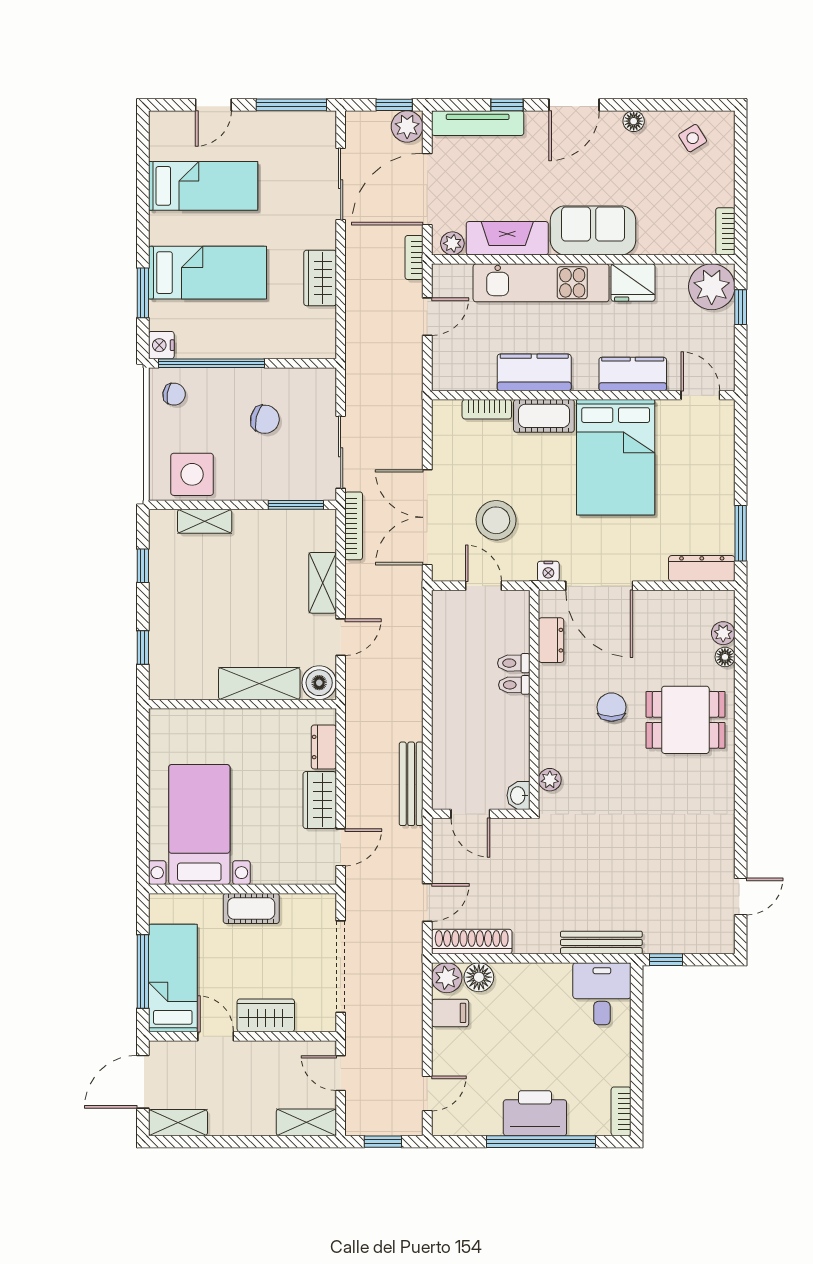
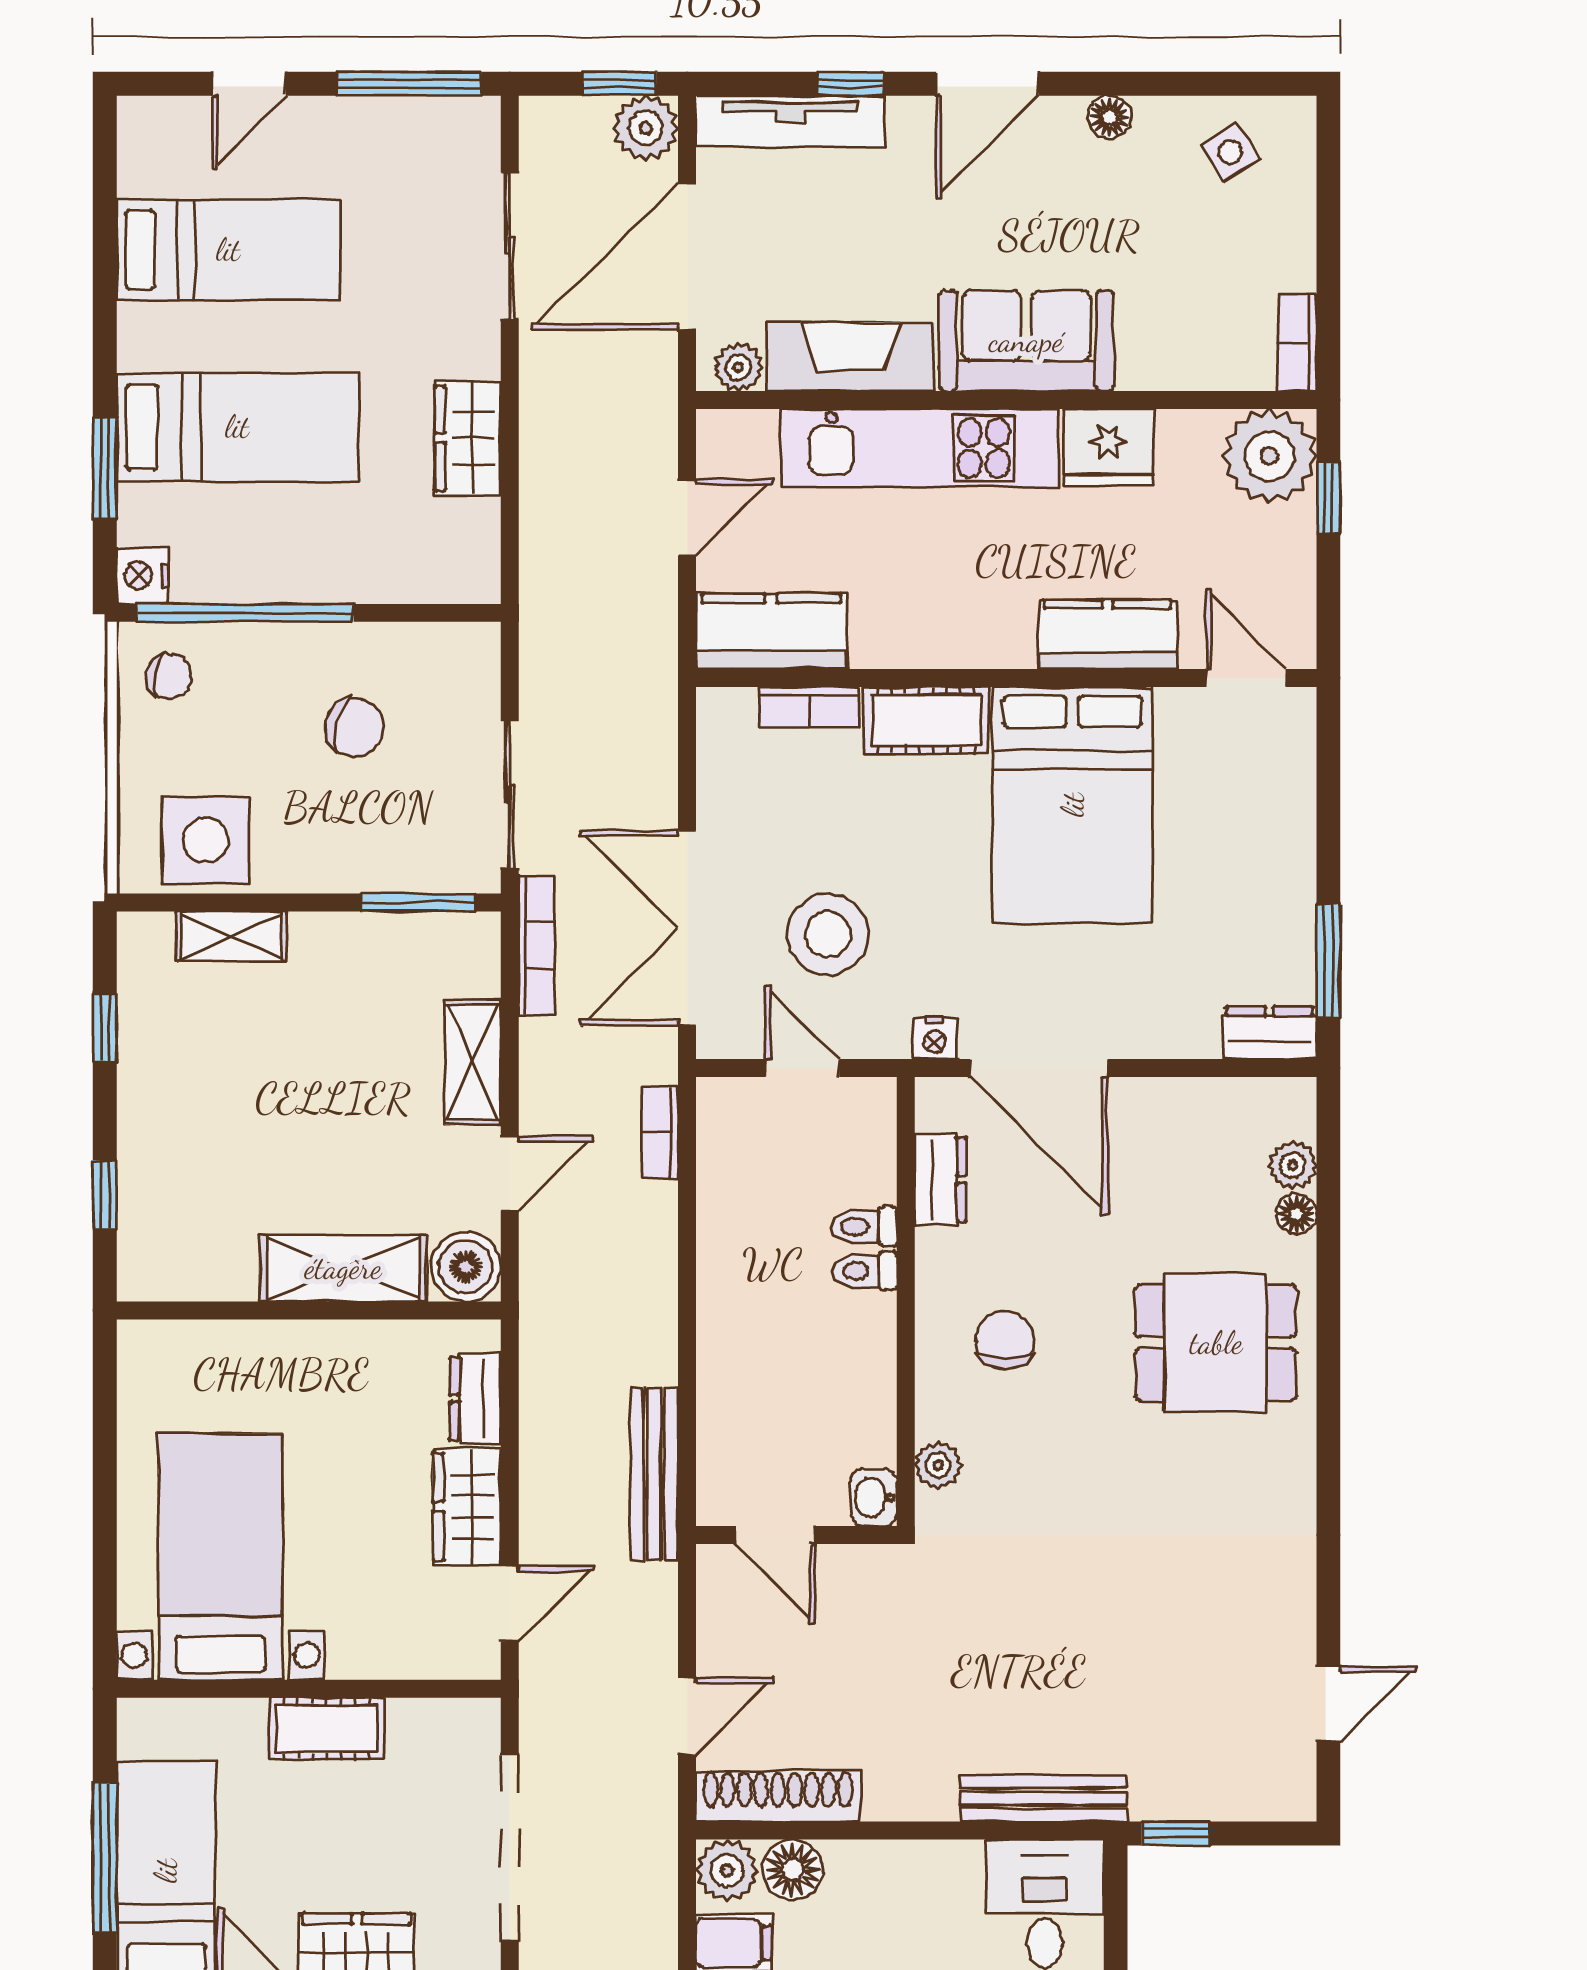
bookcase: (414, 258) -> (660, 1133), moved
kitchen counter: (534, 372) -> (771, 631), moved
dresser: (702, 568) -> (1270, 1033), width x0.70
chair: (611, 707) -> (1005, 1340), moved

